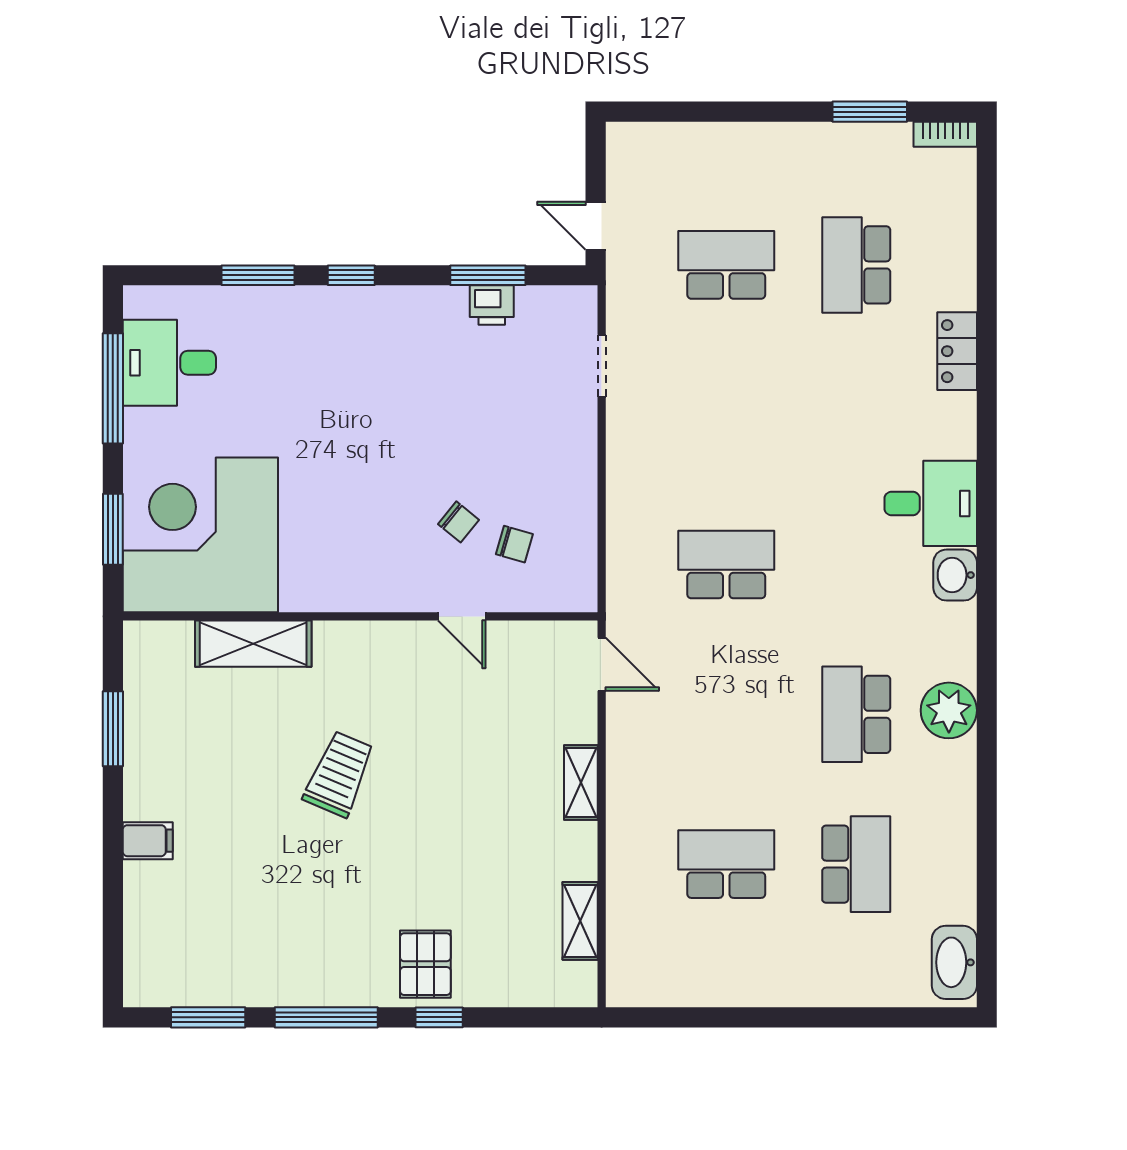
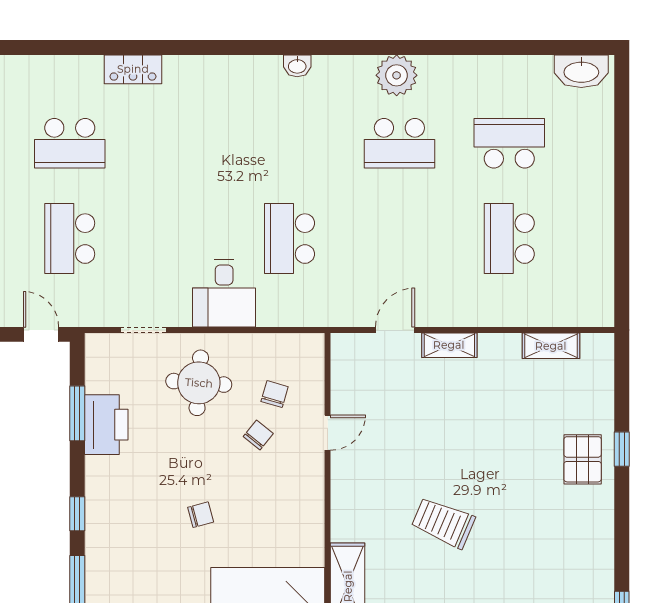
door: (596, 226) -> (41, 334), swing flipped
printer: (492, 305) -> (106, 425), width x1.87, depth x1.48
round table: (530, 441) -> (199, 383), added
chair: (350, 443) -> (201, 515), added
desk: (931, 503) -> (224, 293), moved, turned 180
washbasin: (955, 575) -> (297, 66), width x0.72, depth x0.69
door: (602, 664) -> (395, 330), moved
pallet: (425, 964) -> (583, 459), turned 90
window: (326, 1017) -> (622, 532), removed

